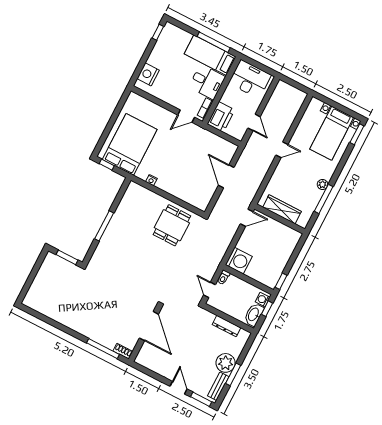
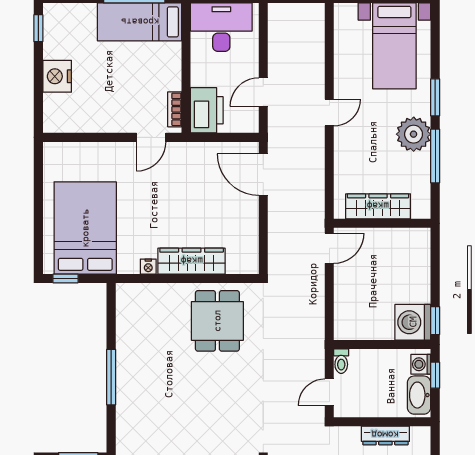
nightstand: (148, 74) -> (57, 76), moved
desk: (207, 82) -> (156, 66), removed
door: (254, 122) -> (263, 92), swing flipped
window: (357, 134) -> (435, 97), moved
door: (226, 176) -> (263, 175), moved
plant: (322, 184) -> (414, 134), width x1.88, depth x1.88
wardrobe: (174, 189) -> (192, 261), added
washing machine: (239, 261) -> (413, 322), moved, turned 180
door: (210, 290) -> (329, 392), hinge flipped

